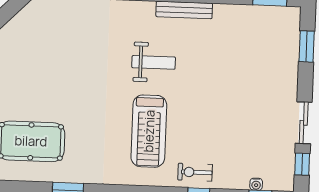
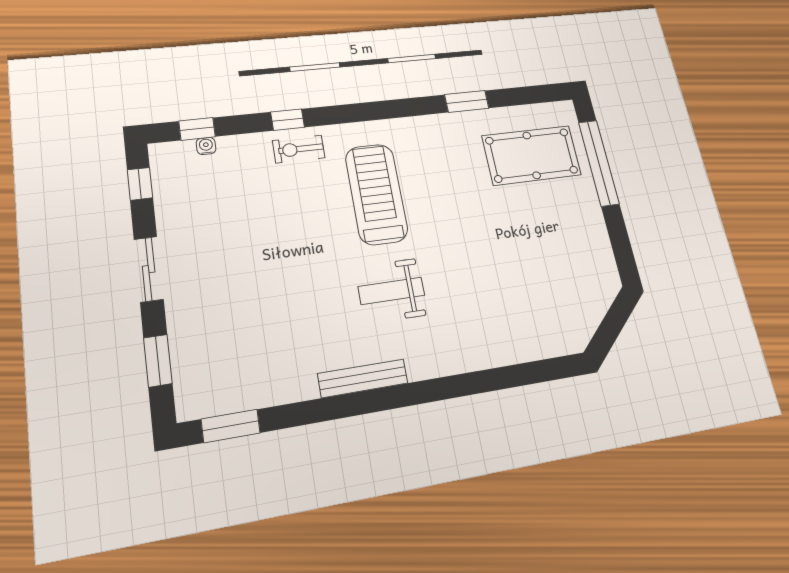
sliding door: (304, 123) -> (149, 269), moved
exercise bike: (195, 172) -> (299, 149), turned 180

